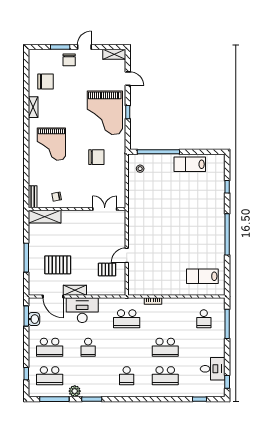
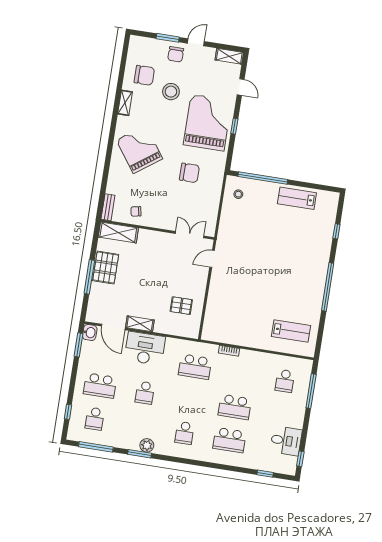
stool: (70, 92) -> (171, 92), added
grand piano: (105, 113) -> (208, 123), turned 180
grand piano: (51, 144) -> (139, 149), turned 144
door: (127, 255) -> (212, 259), moved
pallet: (58, 265) -> (106, 268), moved, turned 90
lab bench: (202, 276) -> (291, 331), turned 180
washbasin: (34, 319) -> (90, 332), moved
school desk: (50, 376) -> (95, 419), width x0.54
plant: (75, 391) -> (147, 445), moved

